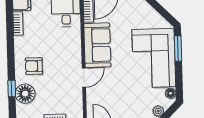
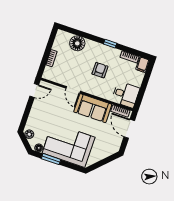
window: (178, 49) -> (51, 159), moved
armchair: (34, 66) -> (100, 70), moved
window: (12, 89) -> (110, 44), moved

